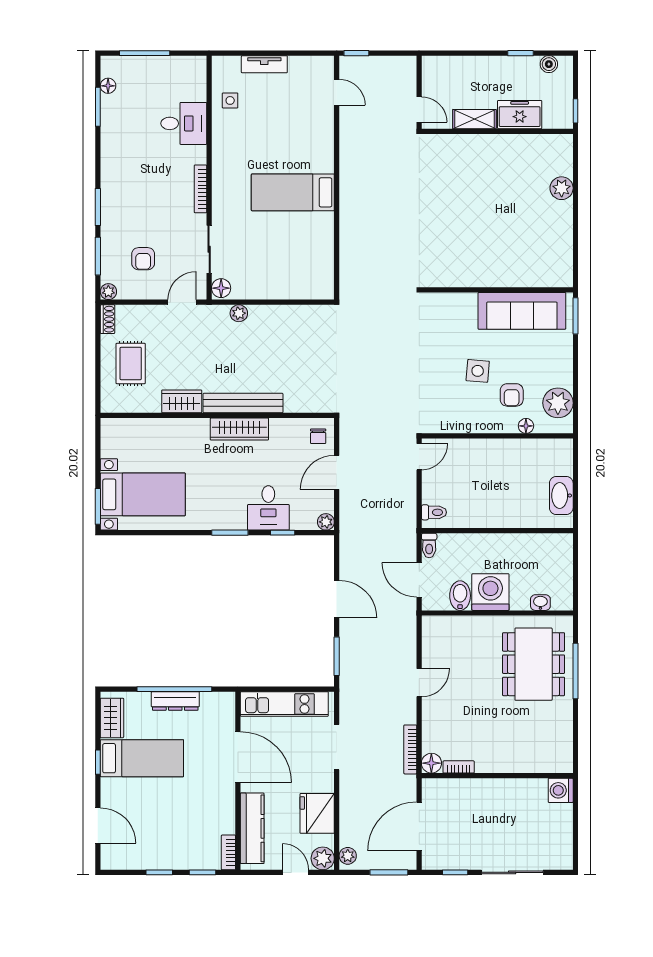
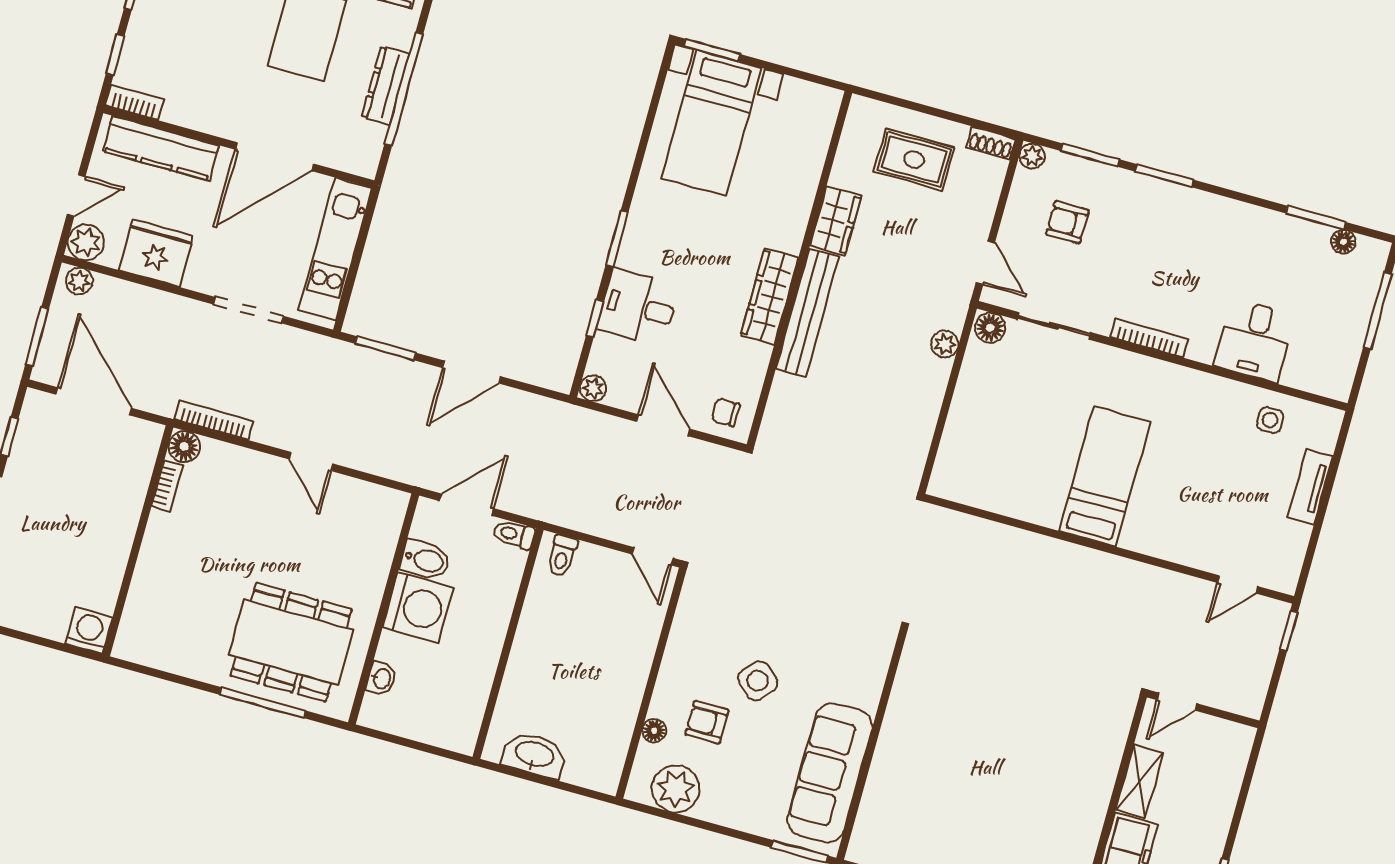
side table: (478, 371) -> (758, 681), turned 37

